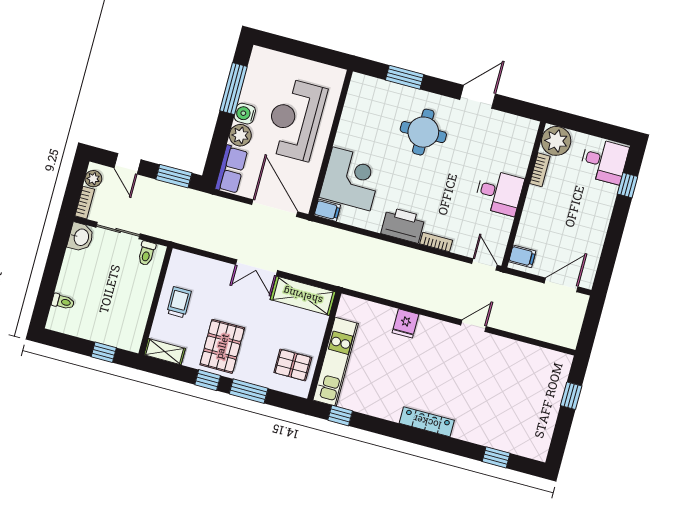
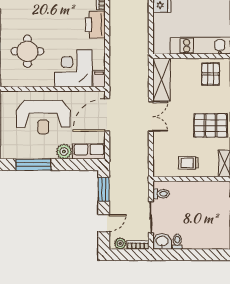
water cooler: (245, 114) -> (48, 152), removed
round table: (423, 132) -> (27, 51), moved
toilet: (63, 302) -> (177, 242), moved

